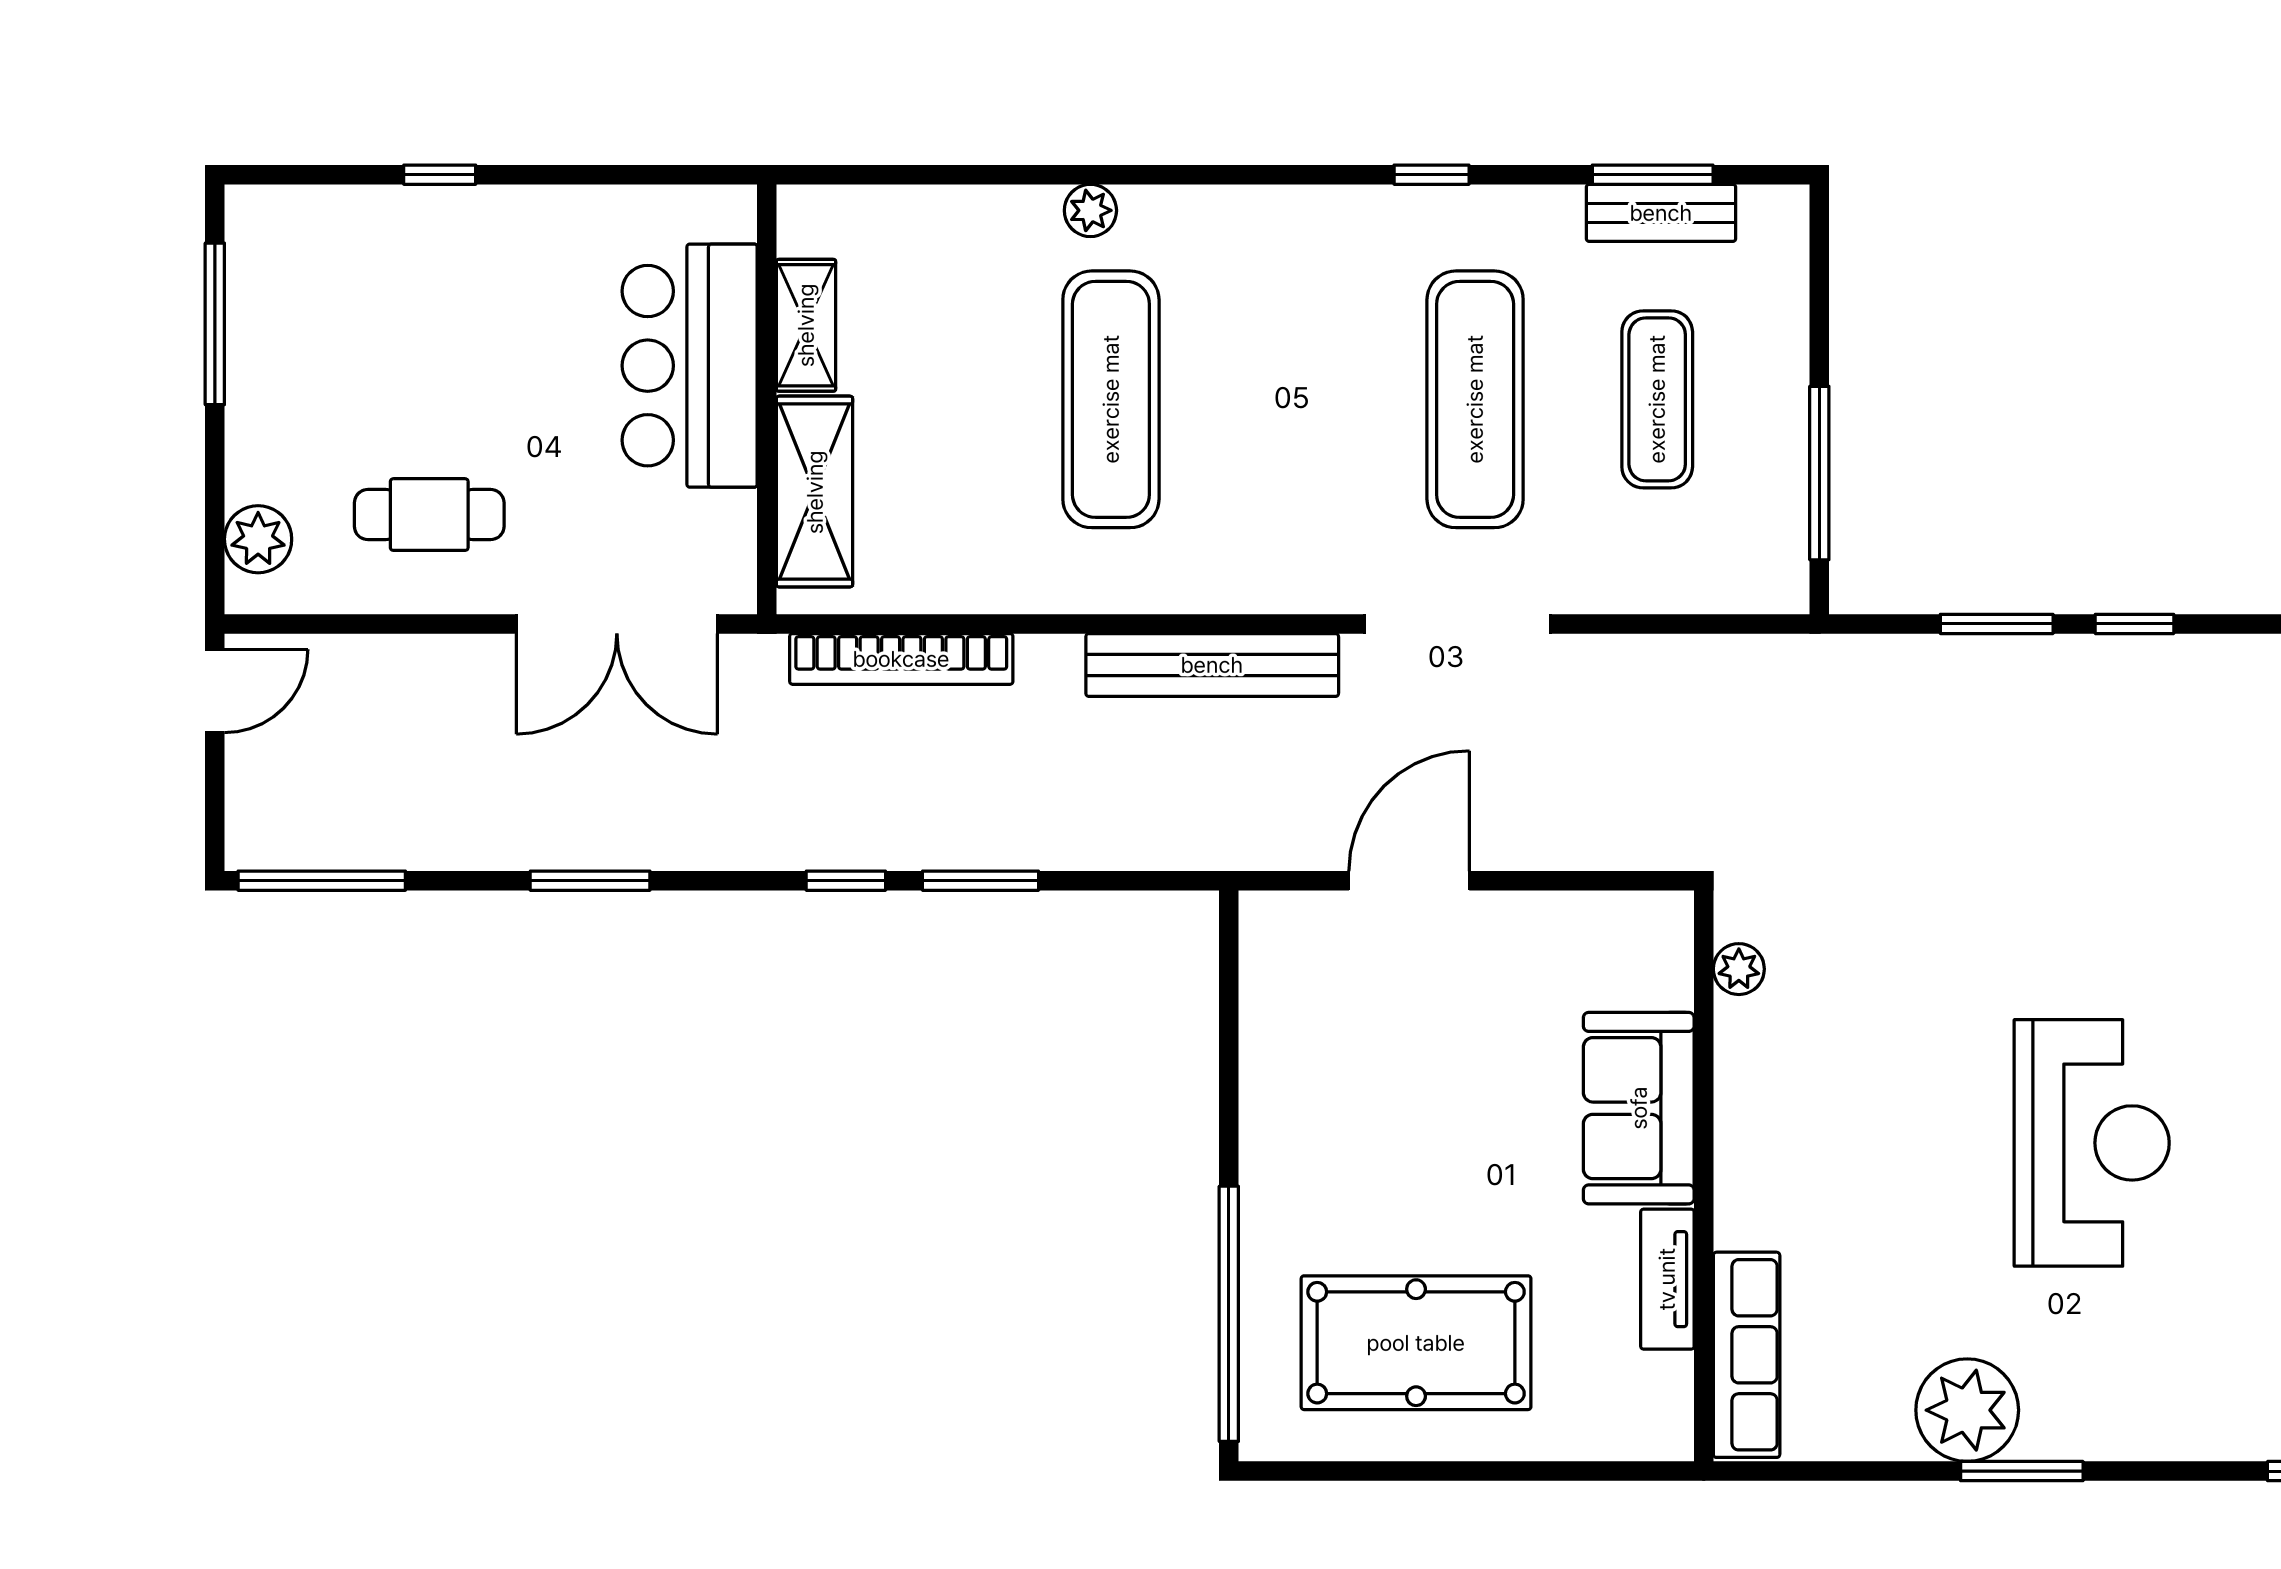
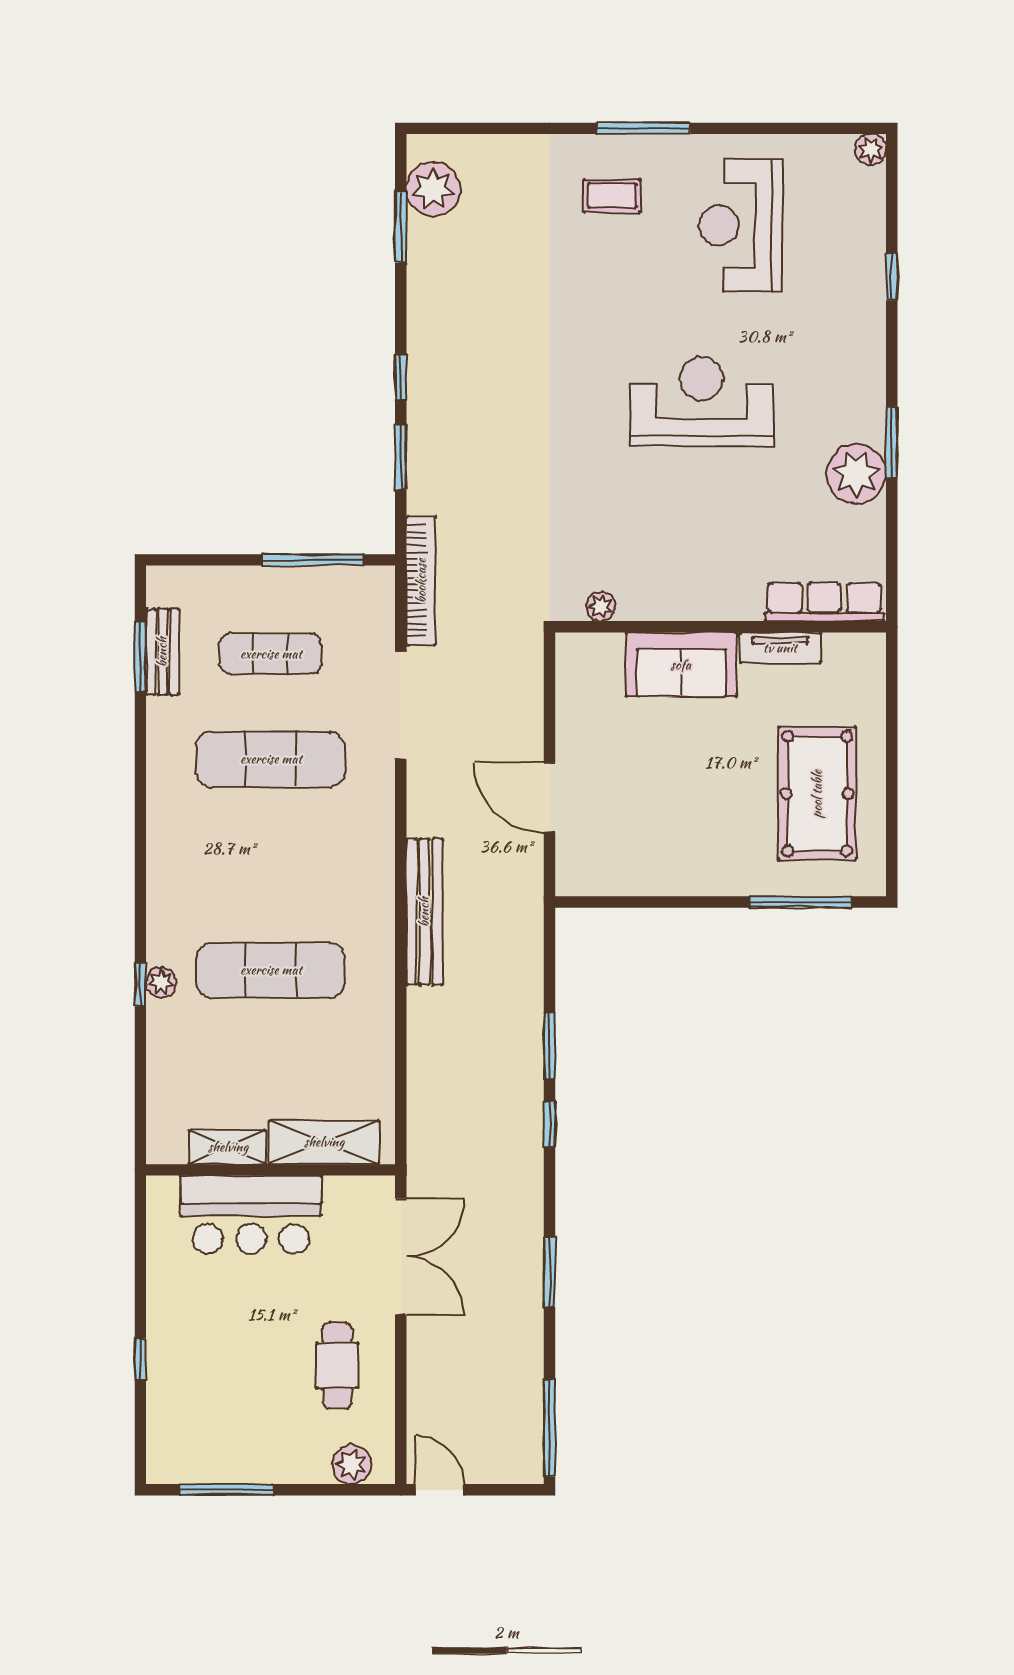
window: (1432, 175) -> (140, 984), moved
doorway: (1457, 624) -> (401, 706), moved
bookcase: (901, 659) -> (421, 581), moved
window: (1229, 1314) -> (801, 902), width x0.68

